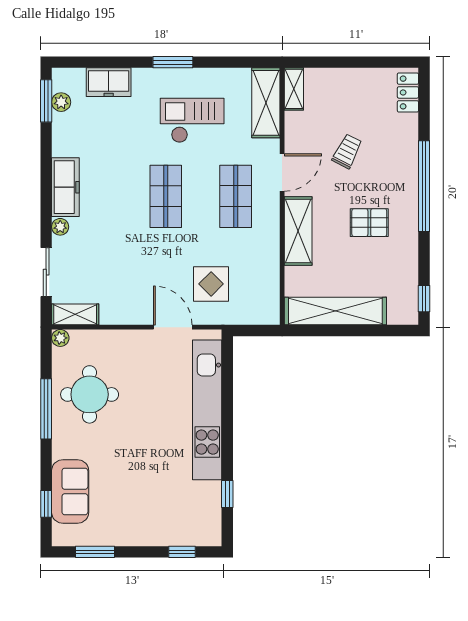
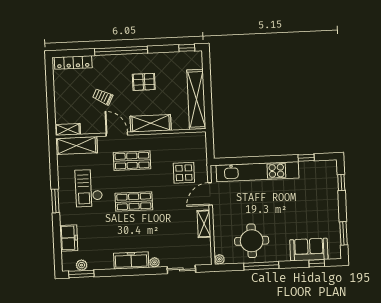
locker: (408, 92) -> (73, 62), width x1.53
pallet: (369, 223) -> (144, 82), turned 90
shelving: (75, 314) -> (204, 224), moved

